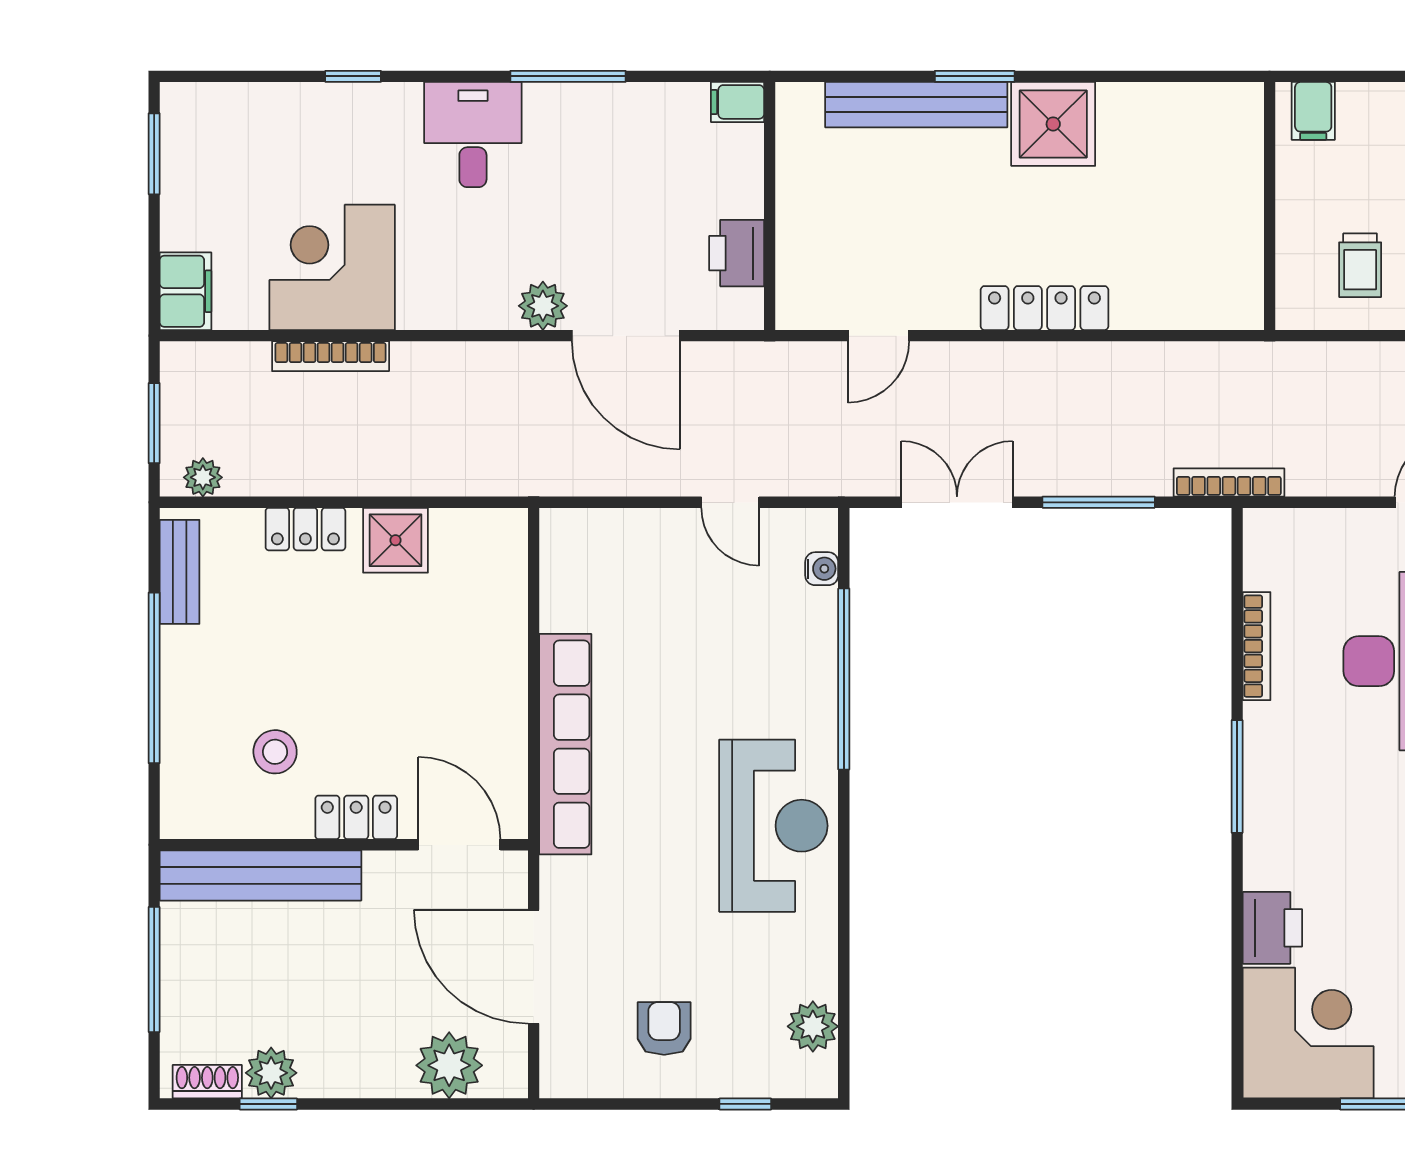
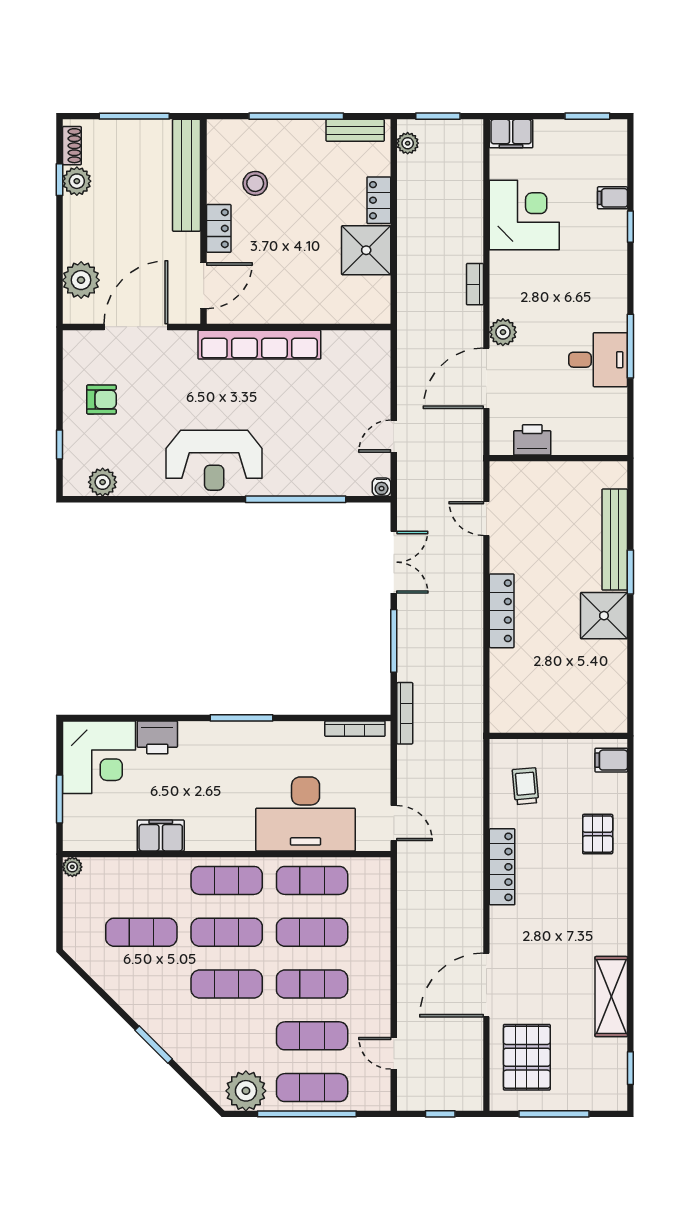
filing cabinet: (737, 102) -> (612, 198), moved, turned -90
desk: (473, 135) -> (598, 360), moved
trolley: (1360, 265) -> (526, 786), turned 85
bookcase: (331, 356) -> (475, 284), moved, width x0.64
shower: (395, 540) -> (366, 250), width x1.36, depth x1.36
water cooler: (822, 569) -> (382, 487), moved
bookcase: (1257, 646) -> (355, 729), moved

